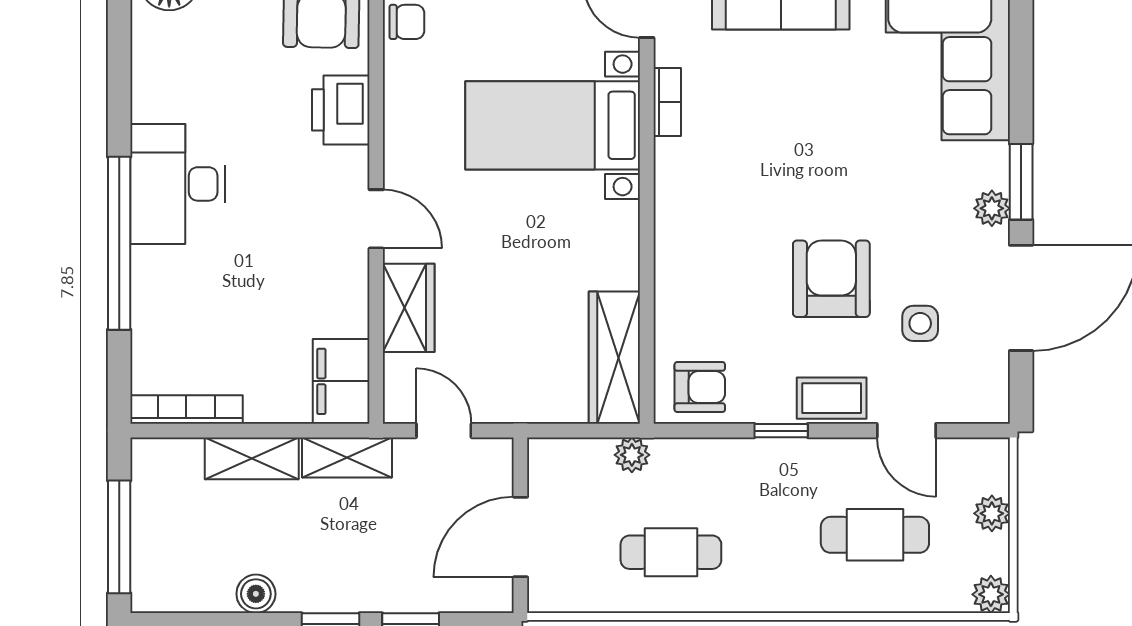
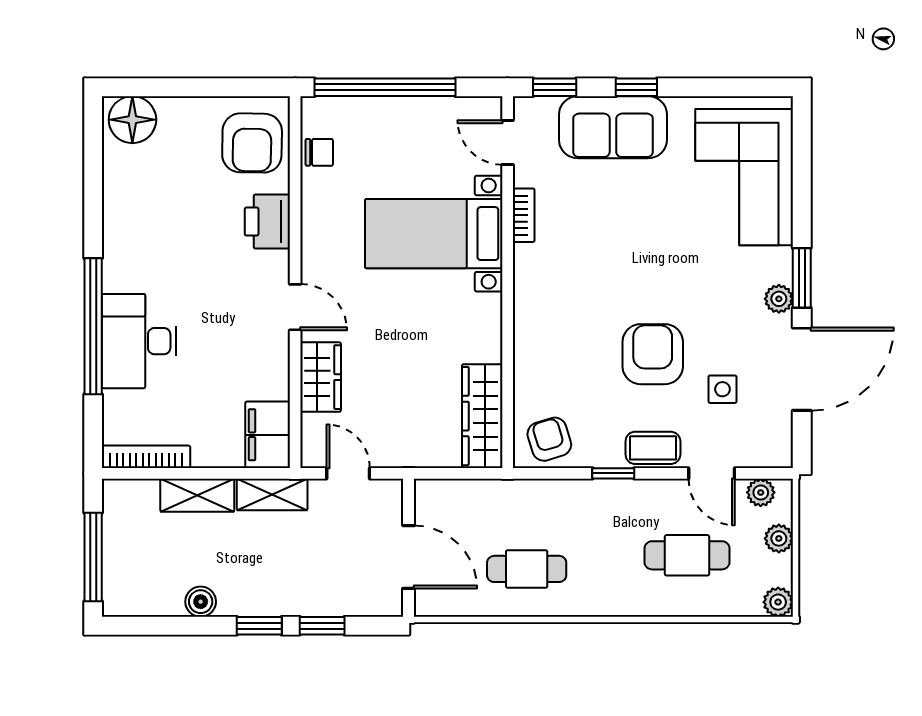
desk: (178, 184) -> (139, 341), moved
armchair: (700, 387) -> (549, 439), turned -107
plant: (632, 455) -> (761, 492), moved
door: (520, 537) -> (408, 557), swing flipped

